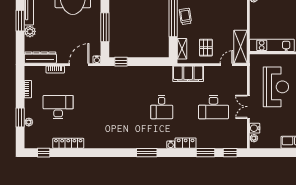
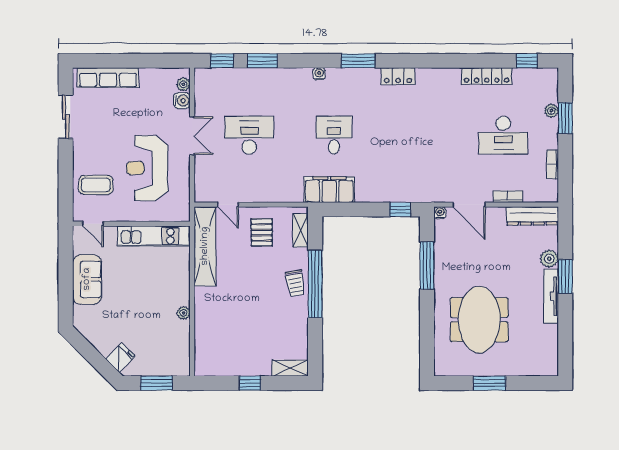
shelving: (241, 47) -> (205, 246), width x1.47
door: (79, 65) -> (469, 205), hinge flipped
door: (227, 65) -> (228, 205), hinge flipped
filing cabinet: (188, 74) -> (329, 190), moved
locker: (186, 143) -> (398, 76), moved

